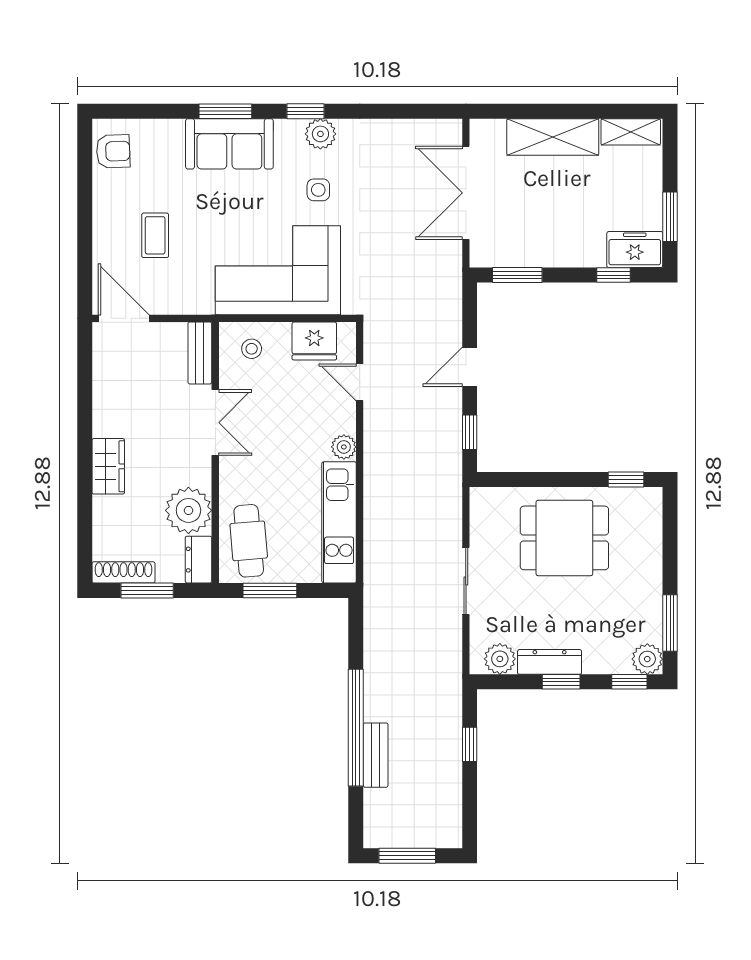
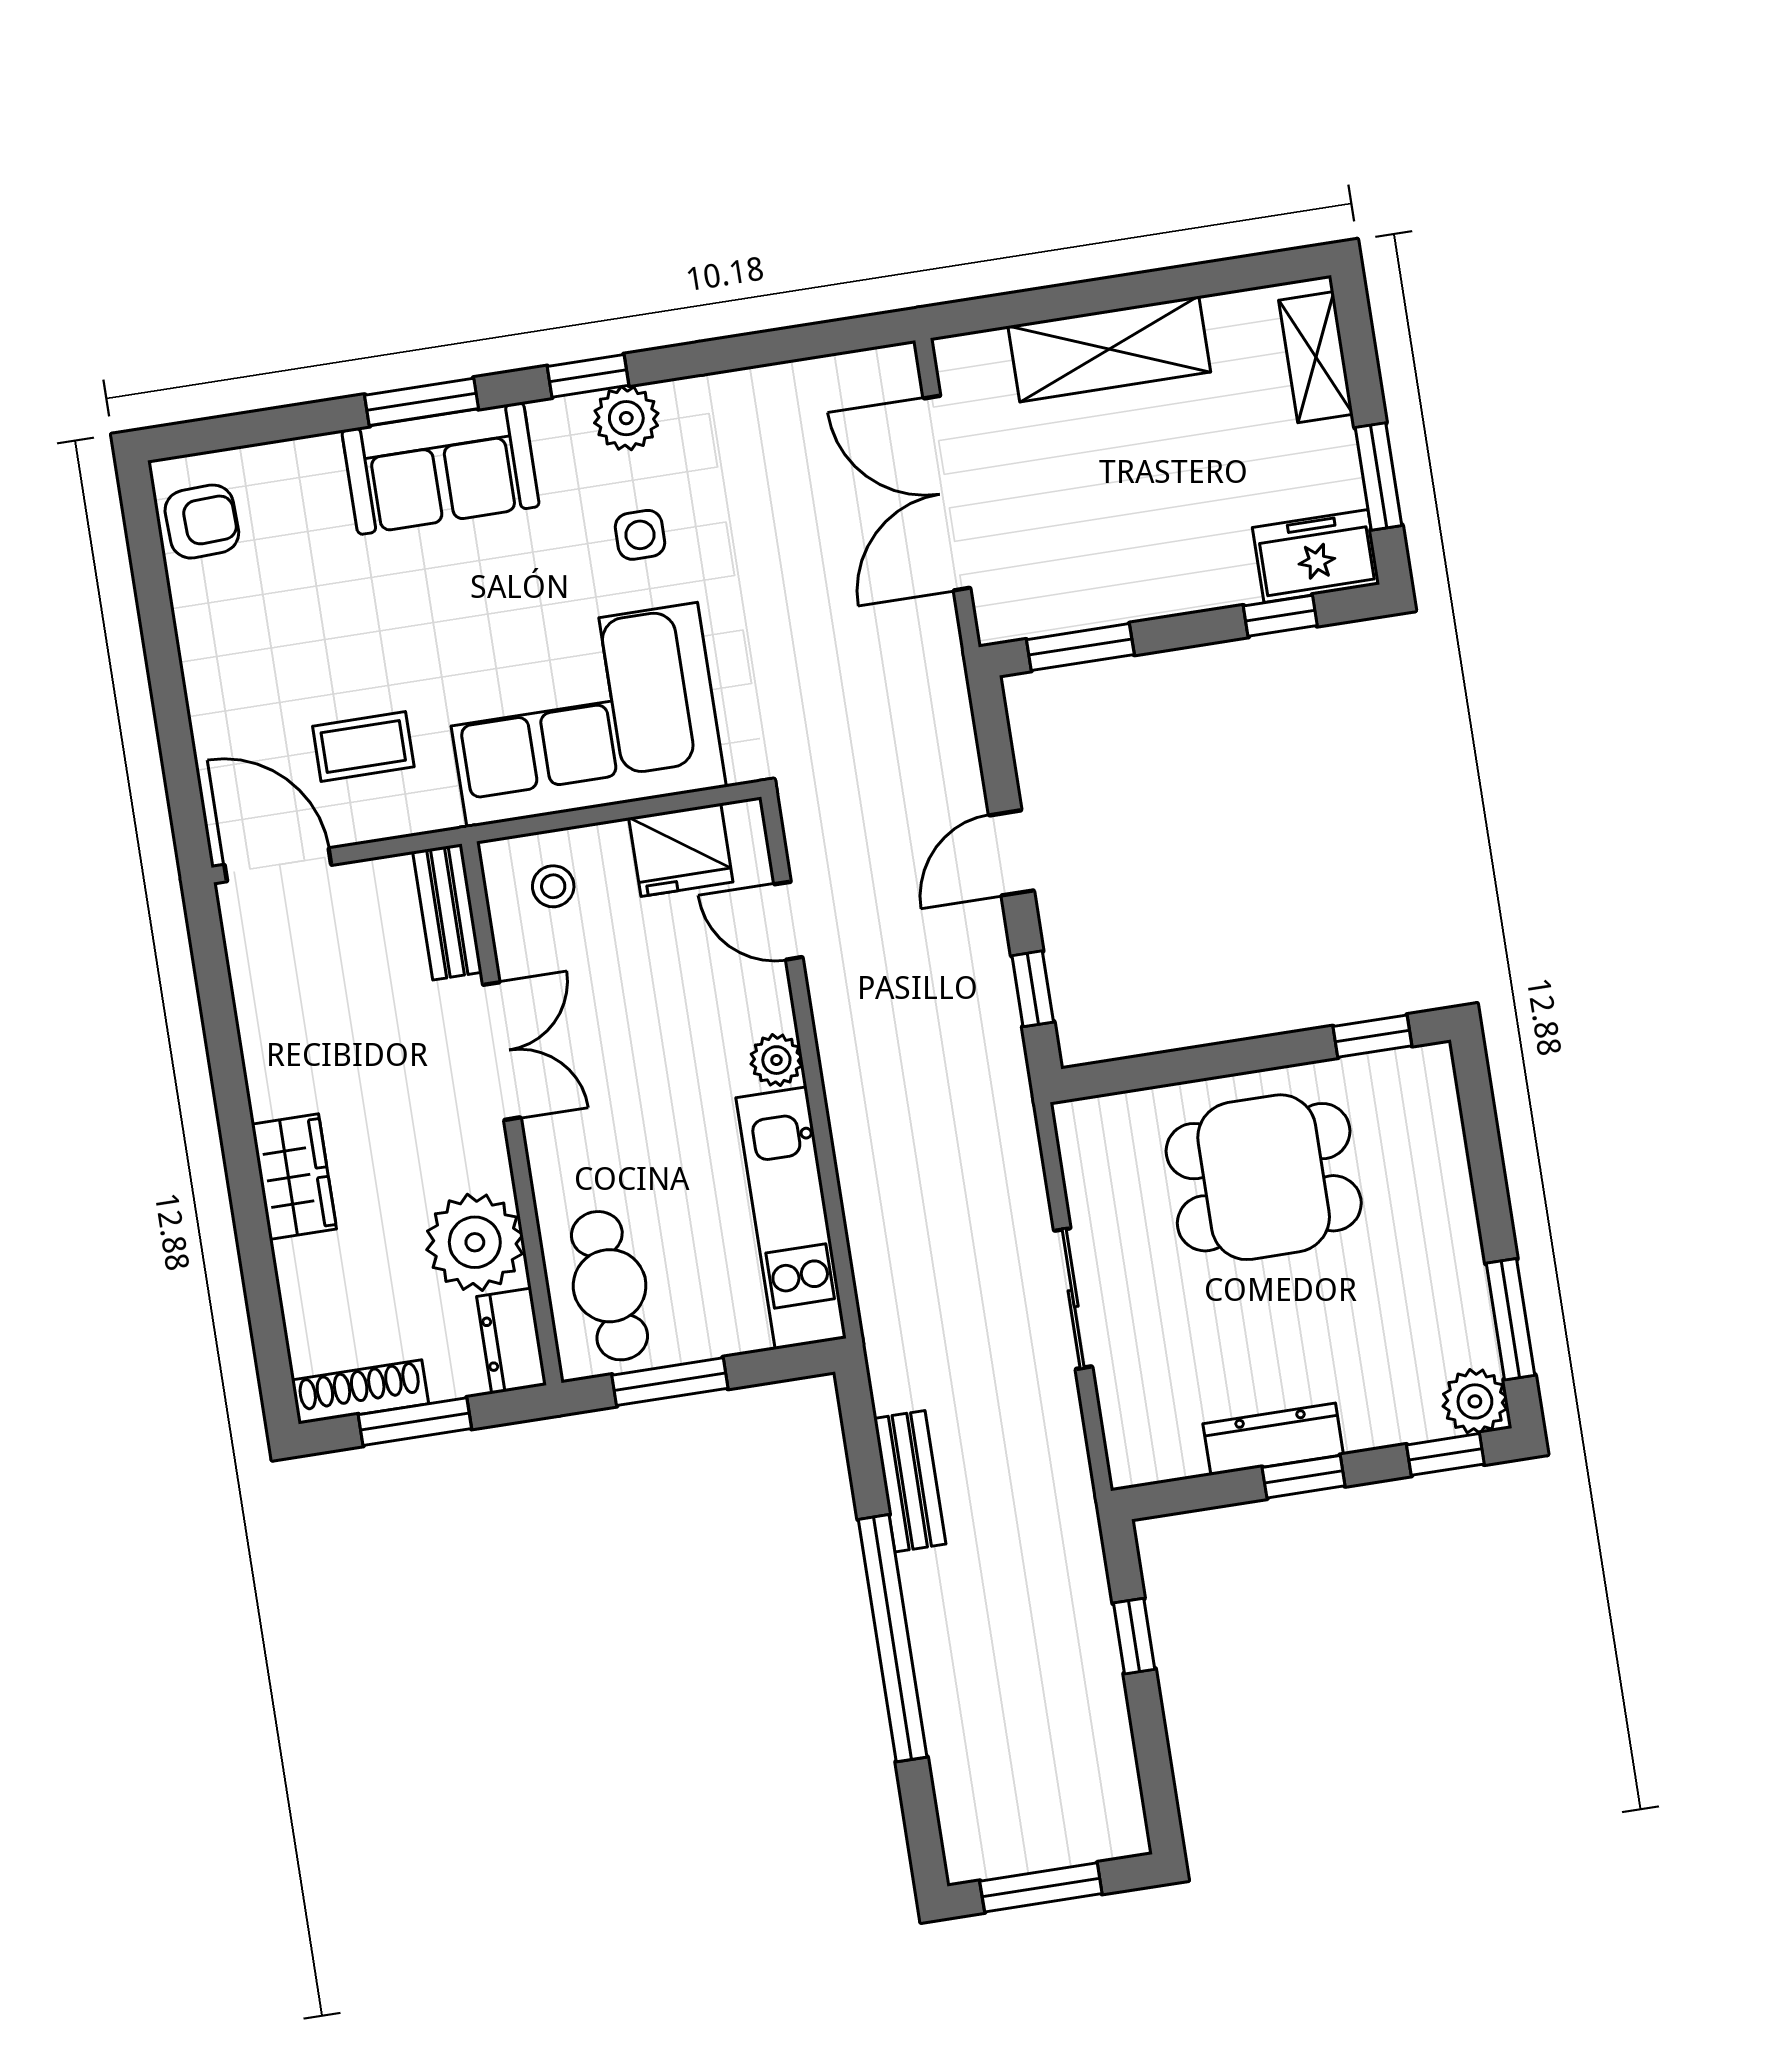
shelving: (631, 132) -> (1316, 357), moved, turned 90
coffee table: (155, 235) -> (363, 746), moved, turned 90
plant: (500, 659) -> (1169, 1449), removed
bench: (376, 755) -> (910, 1481), moved

